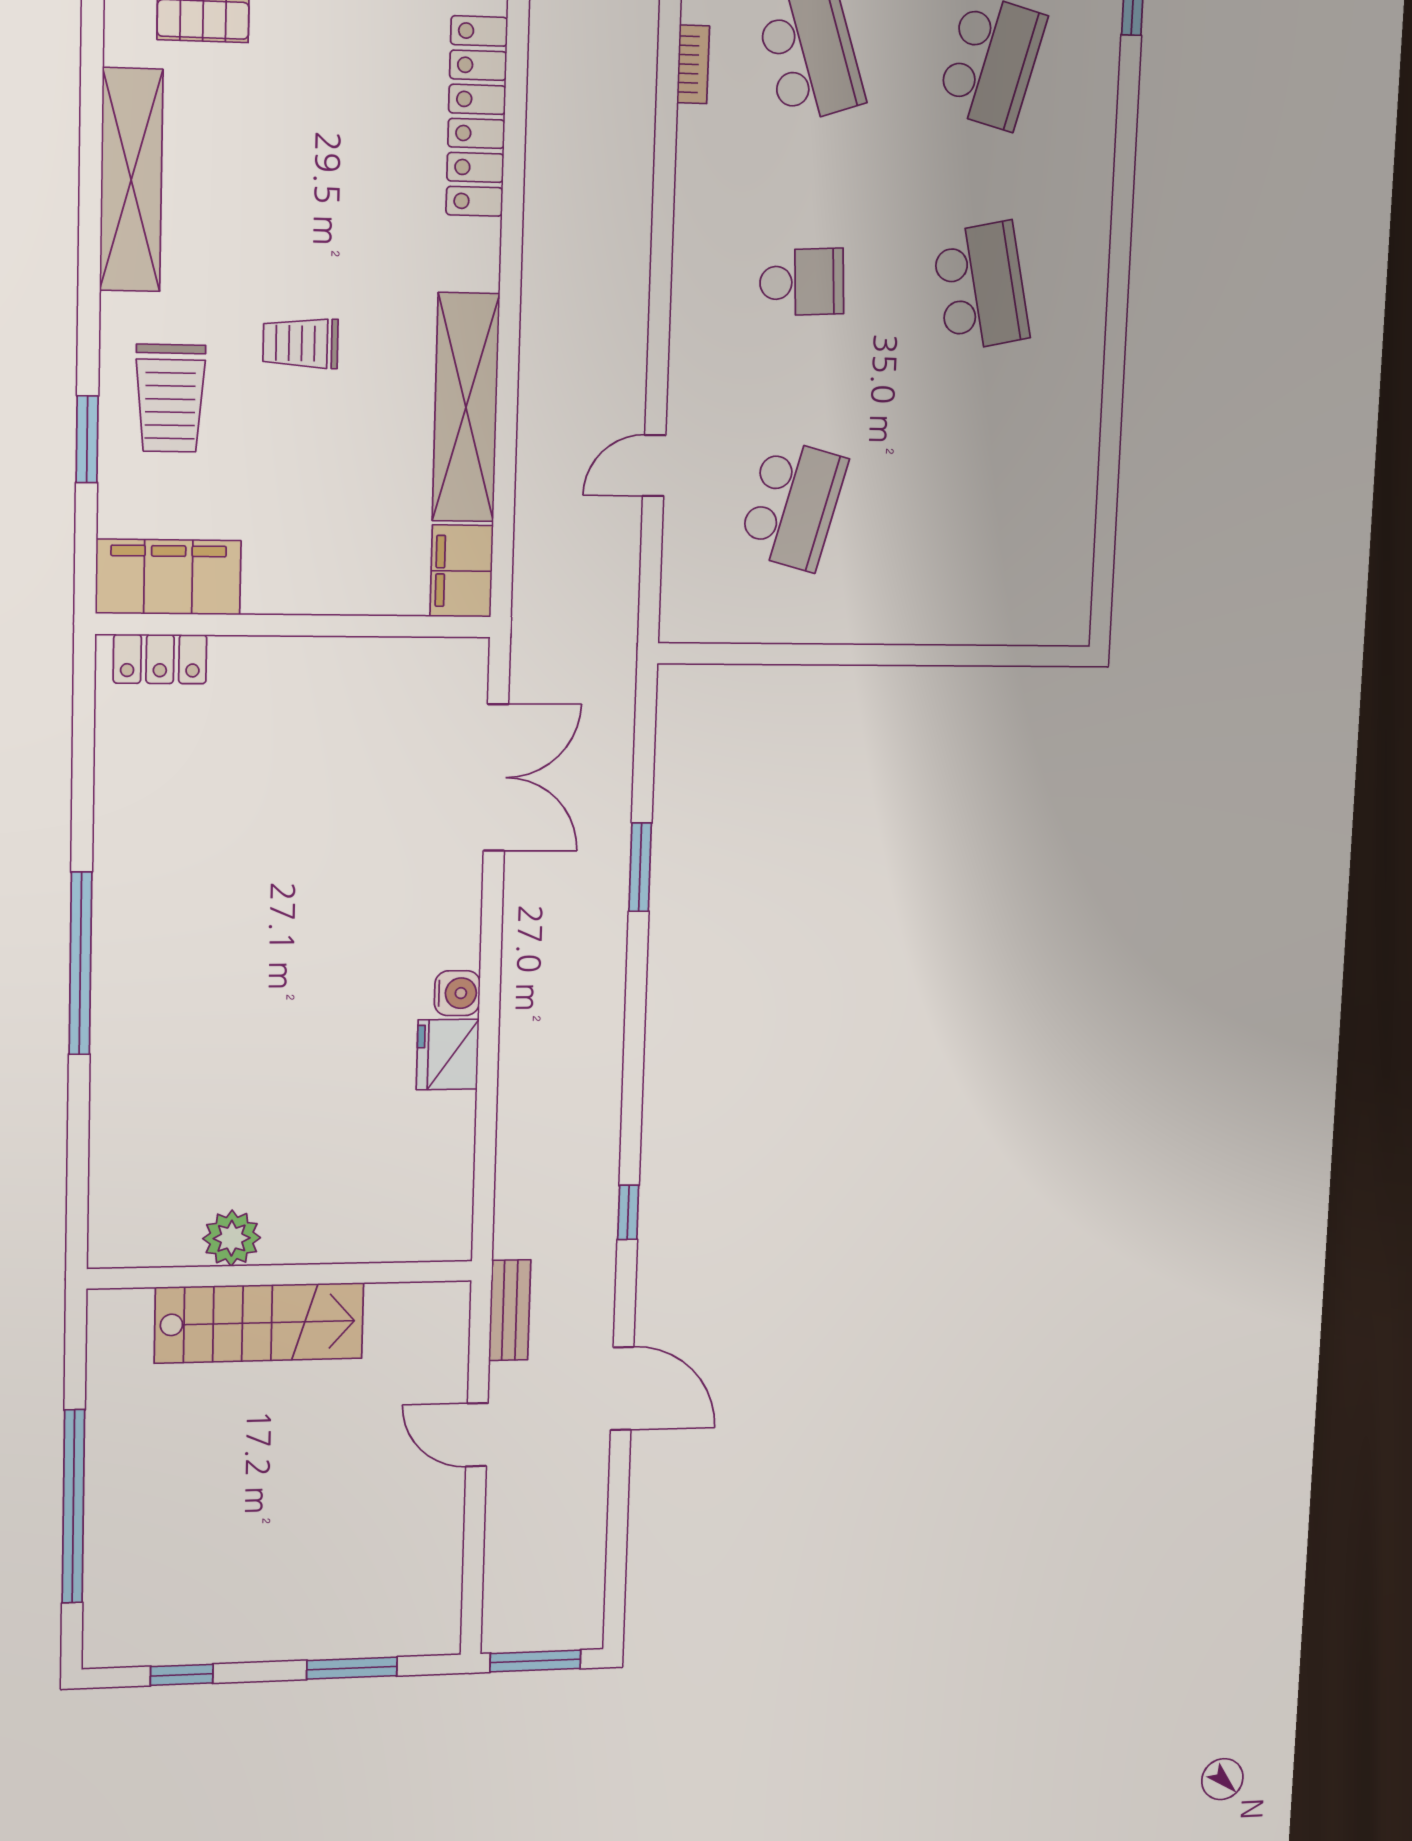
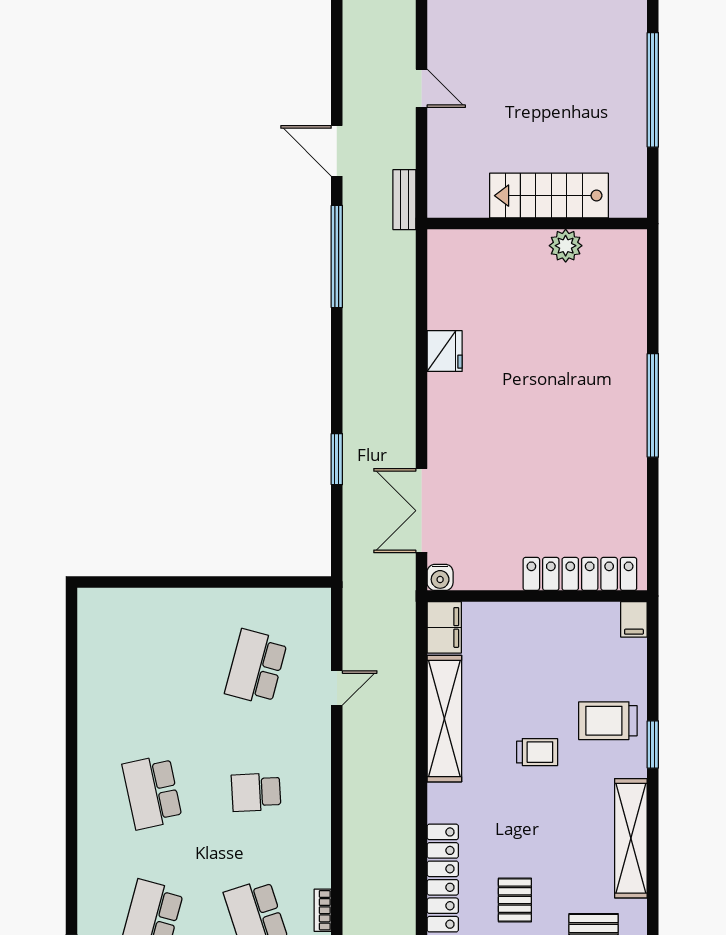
pallet: (347, 71) -> (515, 900), added
trolley: (170, 398) -> (608, 721), turned -90
window: (87, 439) -> (653, 744), moved
filing cabinet: (168, 577) -> (634, 619), width x0.33, depth x0.86
locker: (160, 659) -> (580, 574), width x2.16, depth x1.21
water cooler: (457, 993) -> (440, 577), moved, turned -90
window: (628, 1212) -> (337, 256), width x3.17
door: (477, 1435) -> (421, 88), moved

